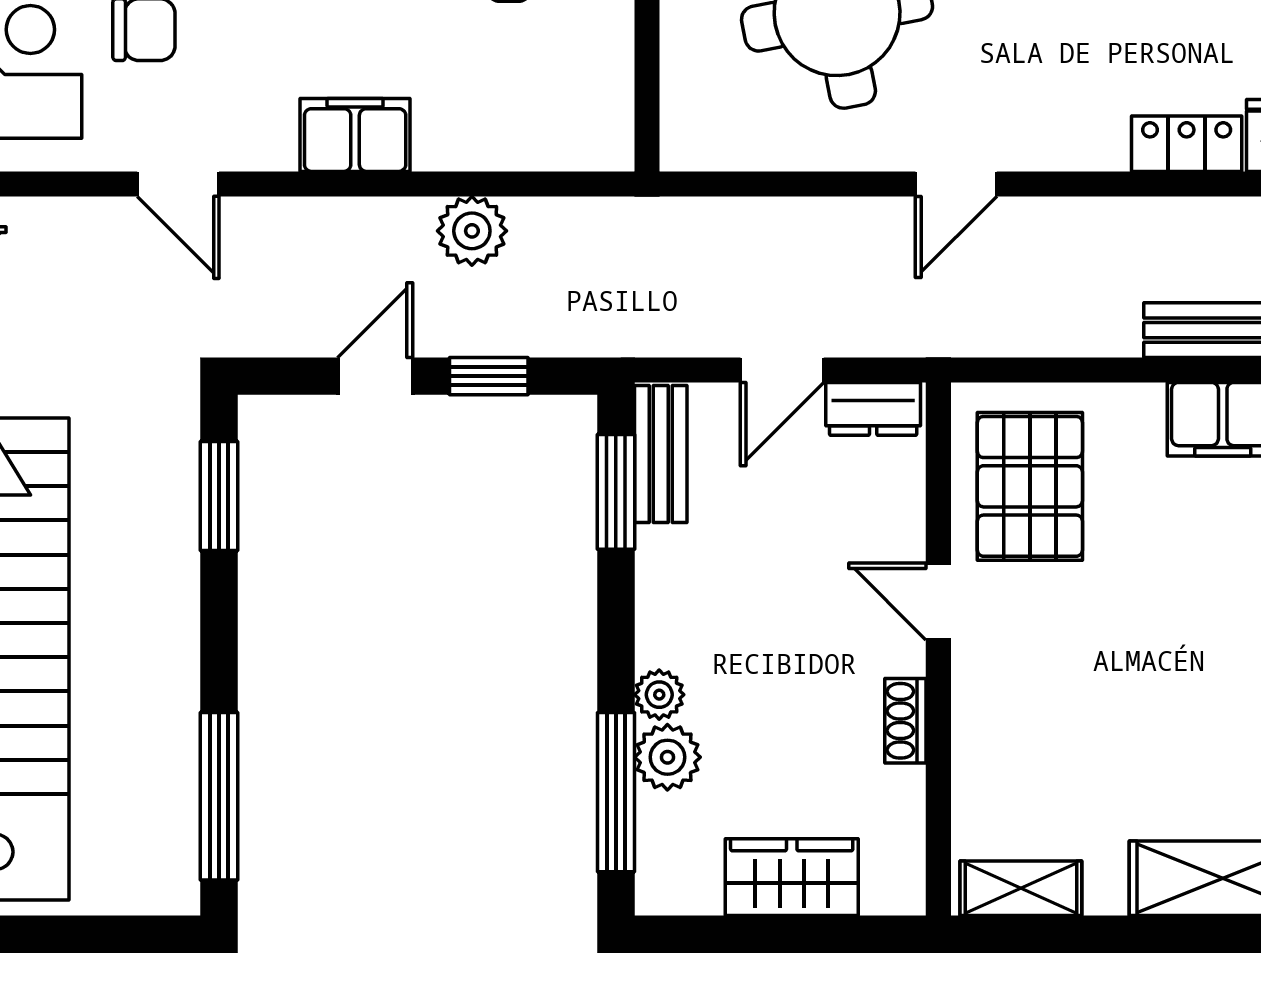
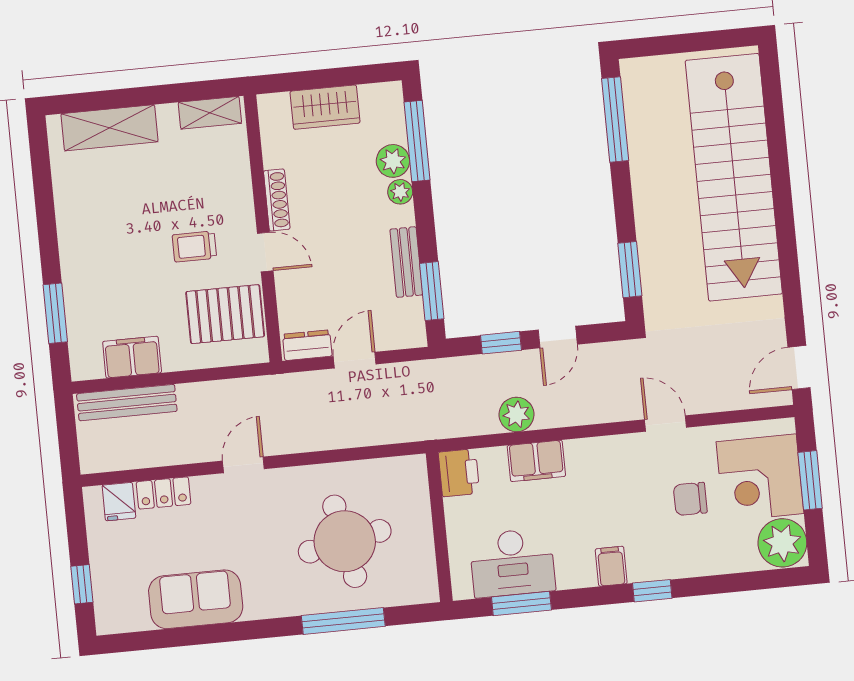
printer: (597, 127) -> (459, 473), added
filing cabinet: (355, 135) -> (536, 461), moved
door: (956, 184) -> (243, 465), moved
bench: (661, 454) -> (406, 262), moved
pallet: (1030, 486) -> (225, 314), turned 90
trolley: (1078, 626) -> (194, 246), added
shoe rack: (905, 721) -> (277, 200), width x1.43

